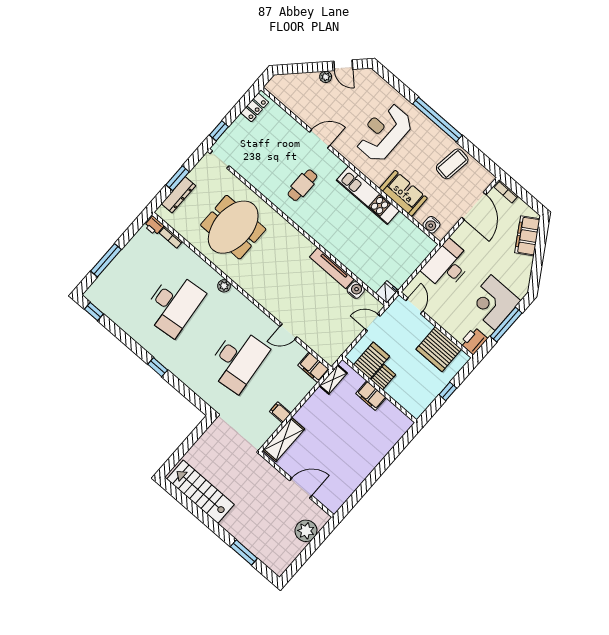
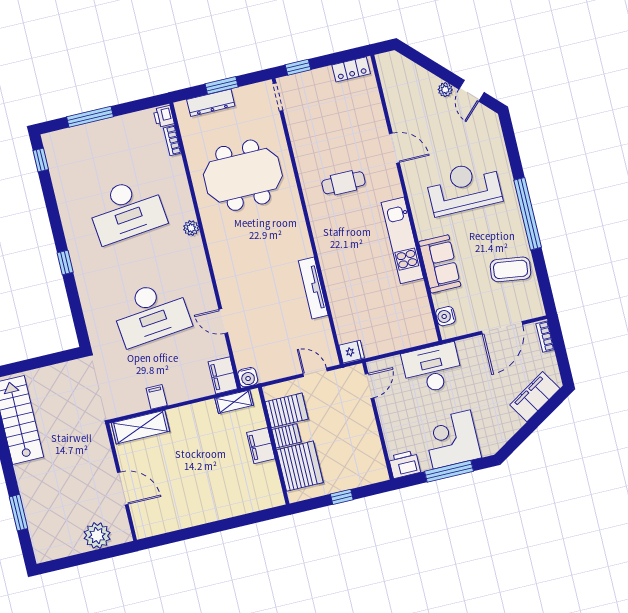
water cooler: (356, 290) -> (248, 377), moved, turned 90
server rack: (439, 349) -> (300, 466), moved, turned 180

